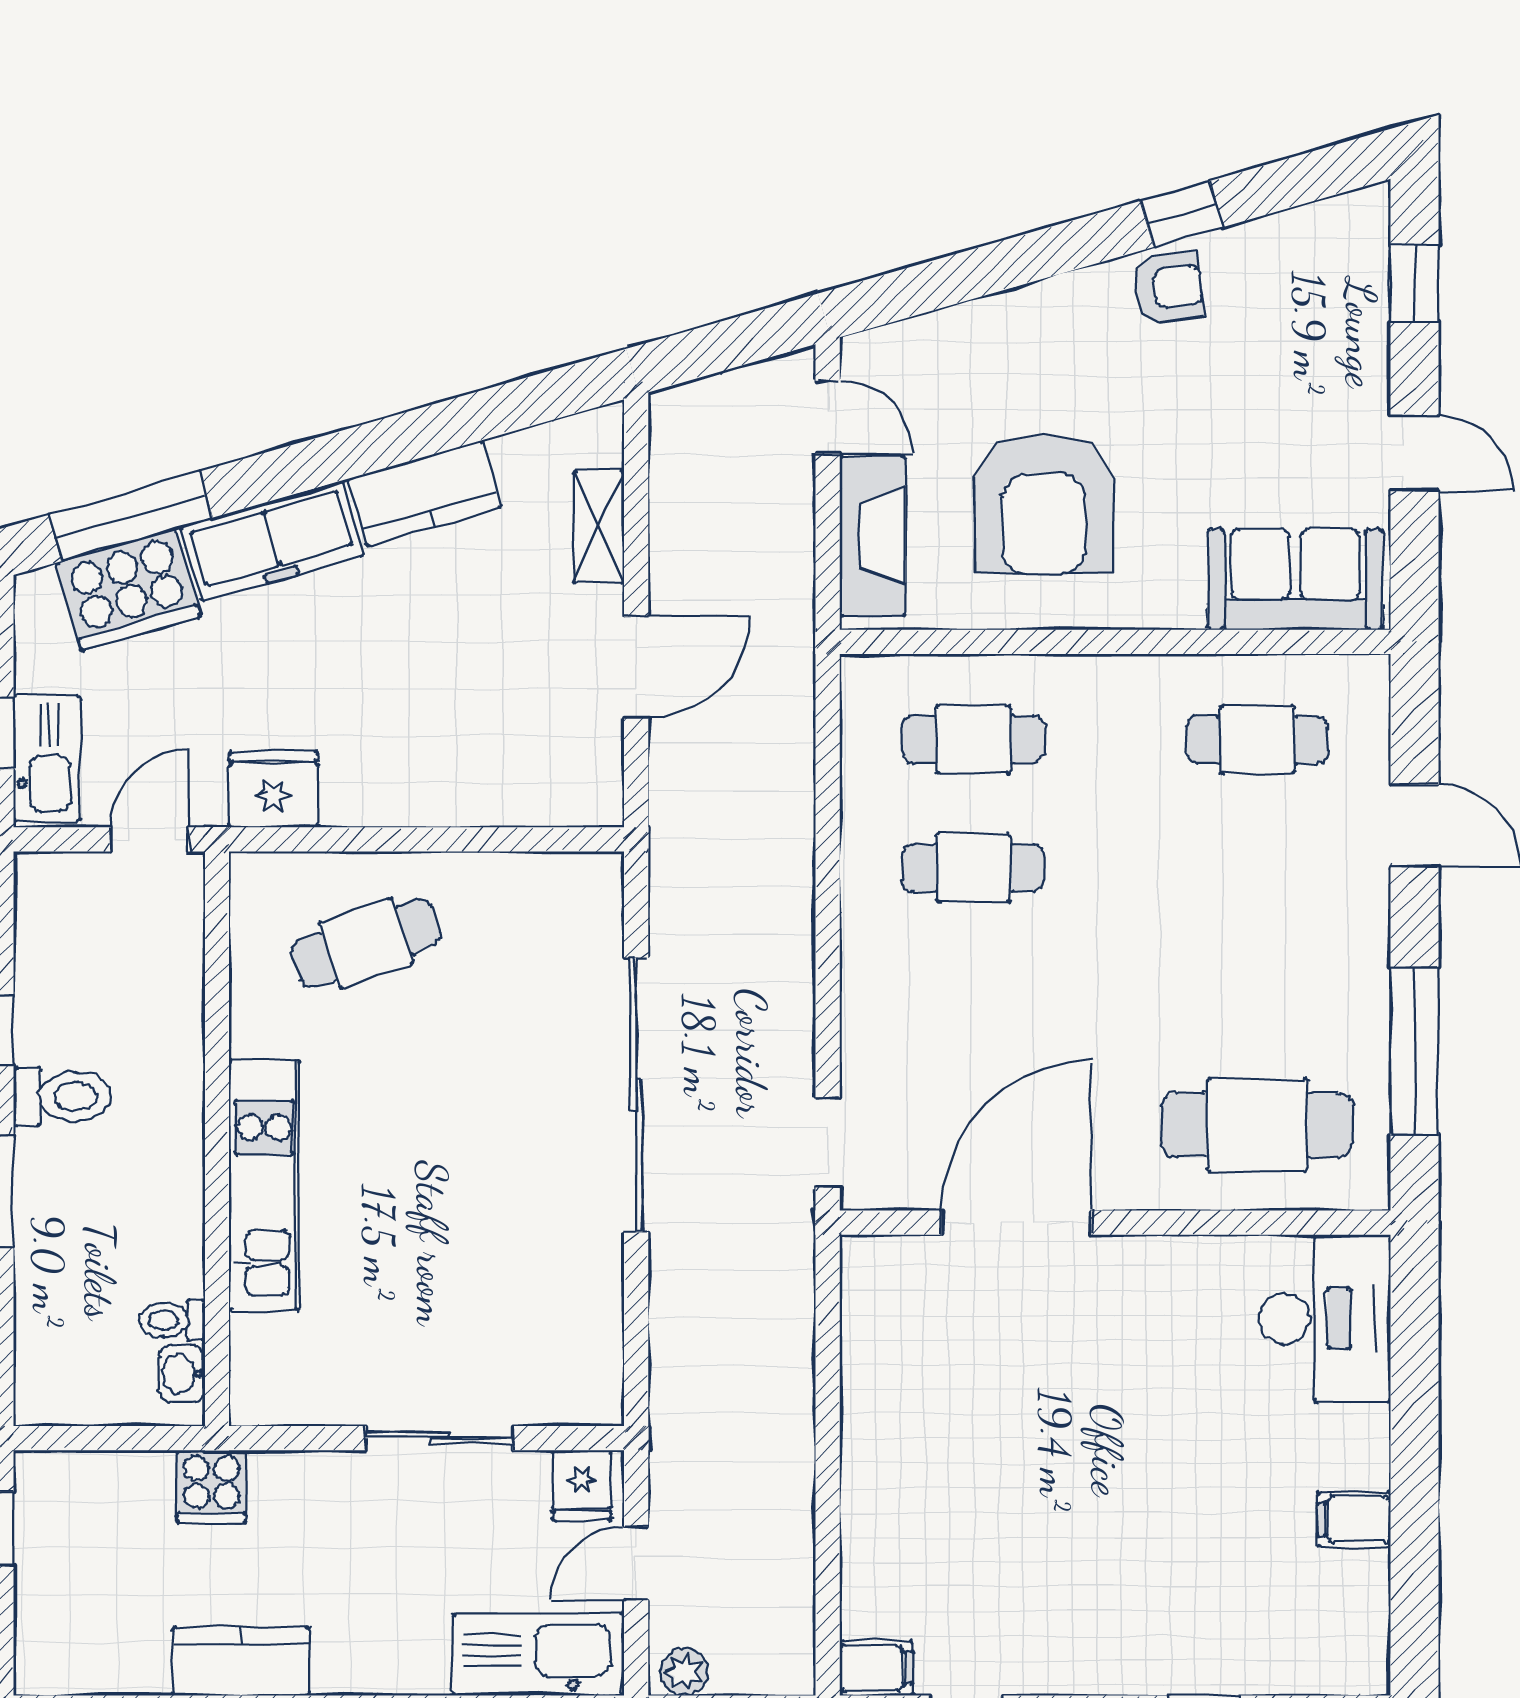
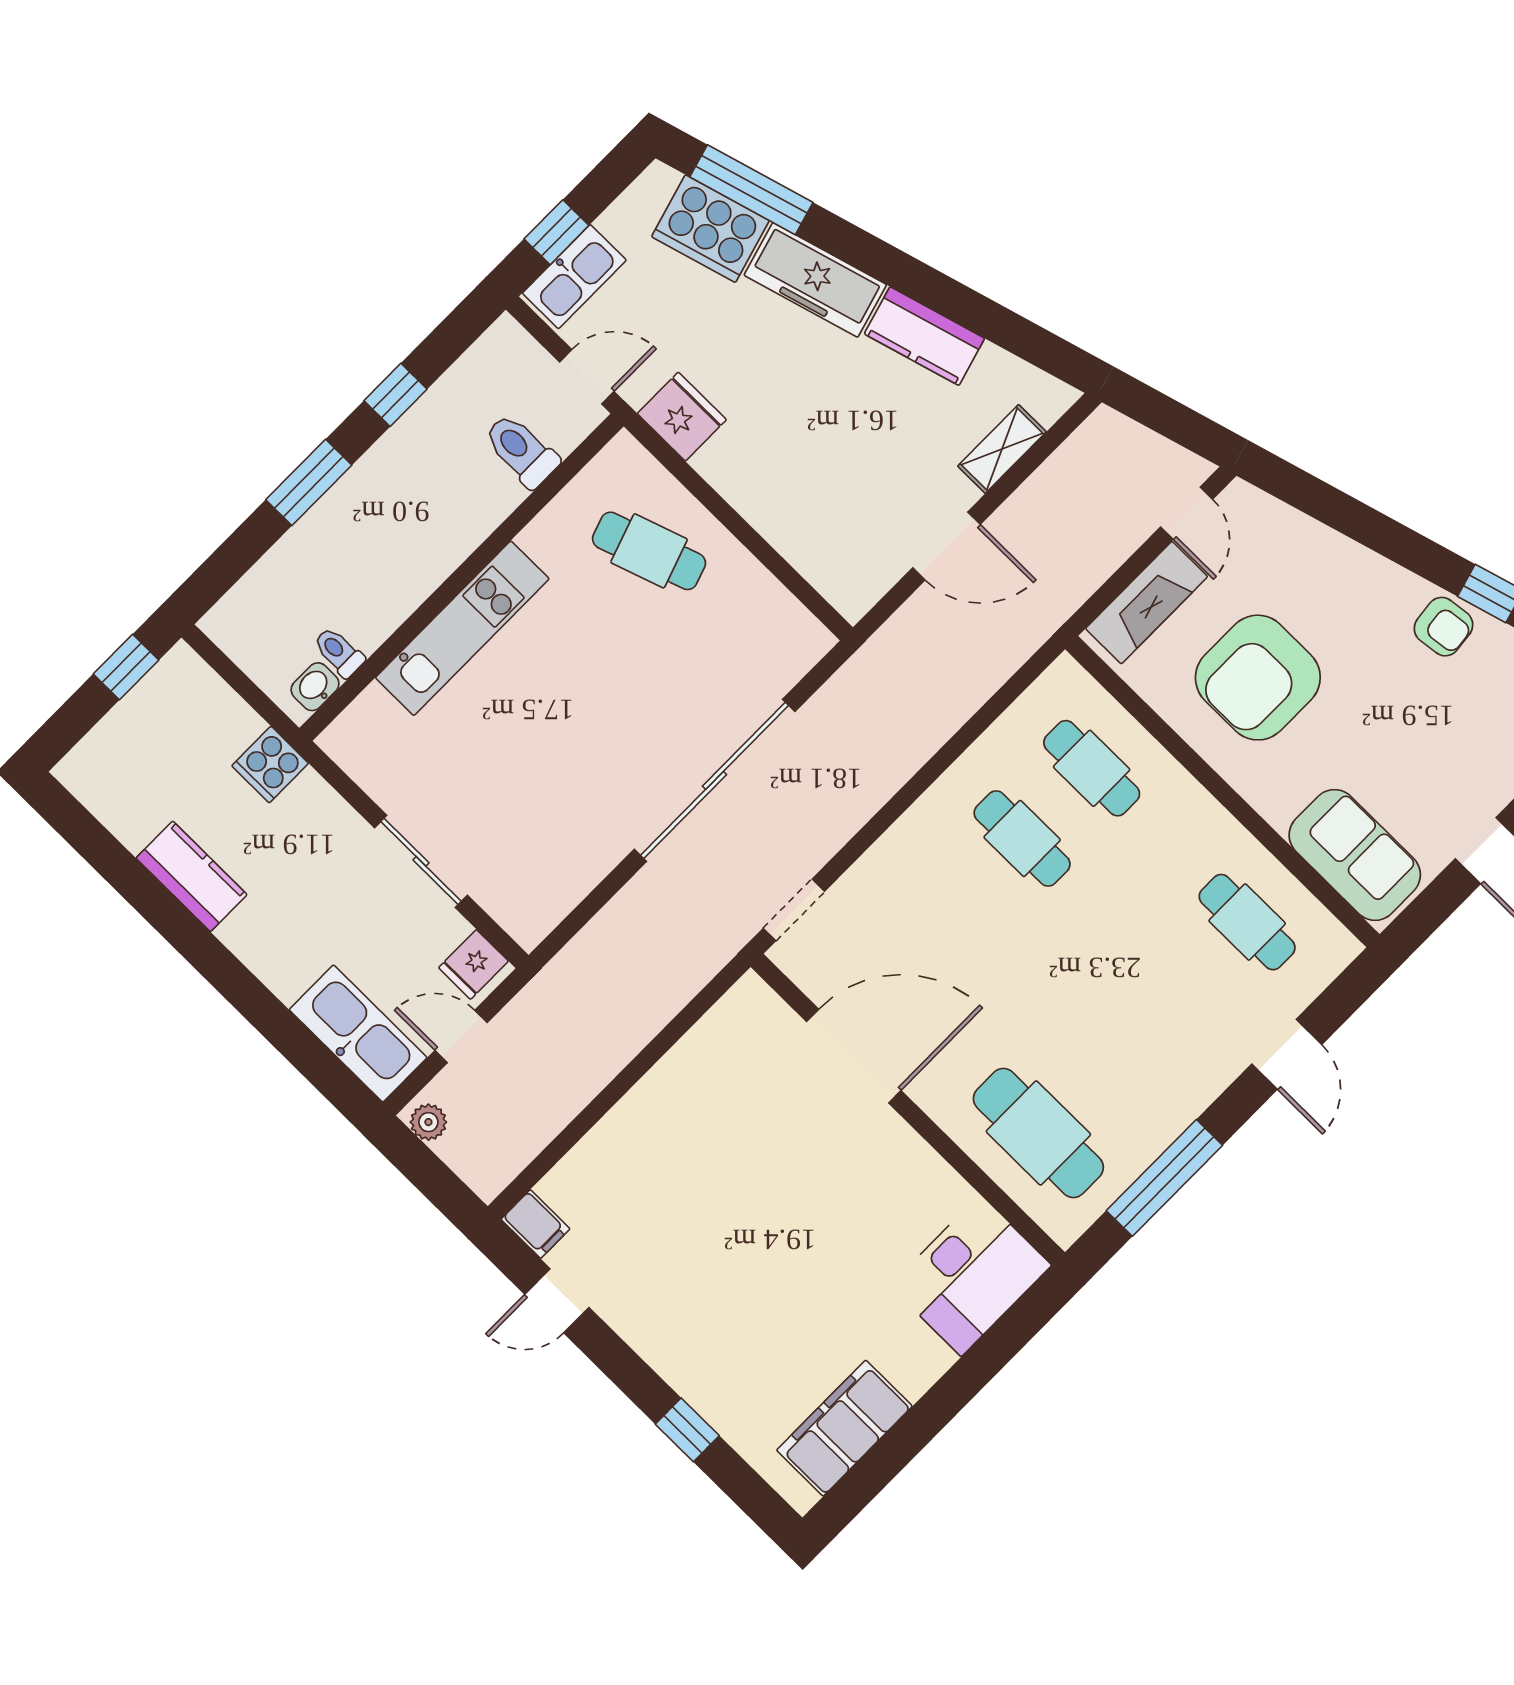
toilet: (62, 1097) -> (521, 450), moved, turned 180
filing cabinet: (1354, 1519) -> (844, 1428), width x3.00, depth x1.17

